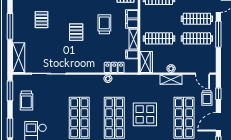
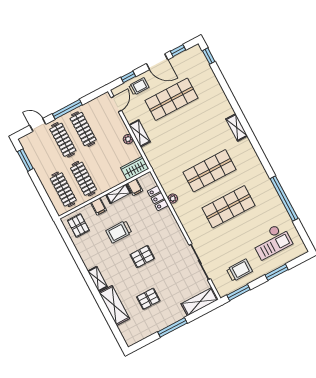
filing cabinet: (132, 19) -> (99, 206), width x0.50
clothes rail: (159, 38) -> (83, 179), moved
display table: (145, 114) -> (189, 141), removed

